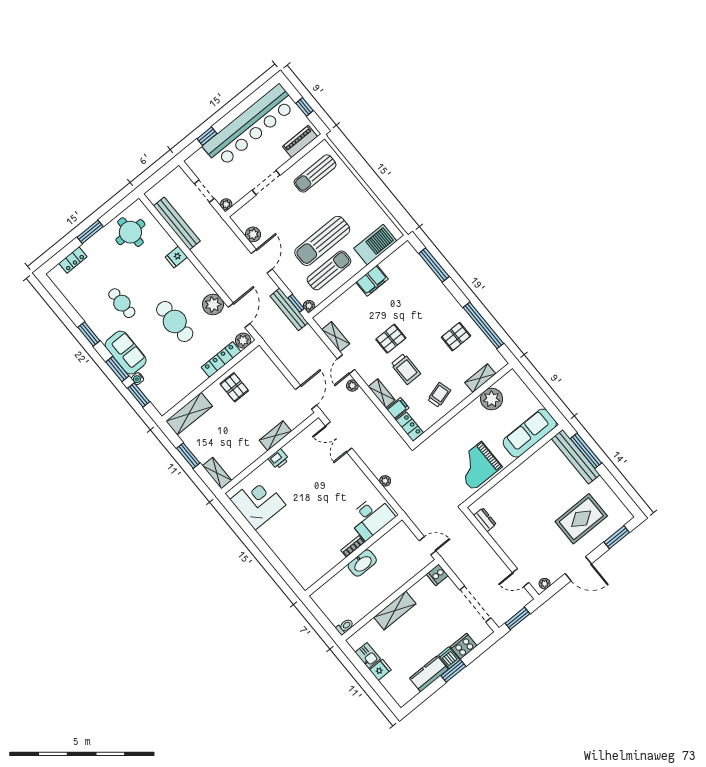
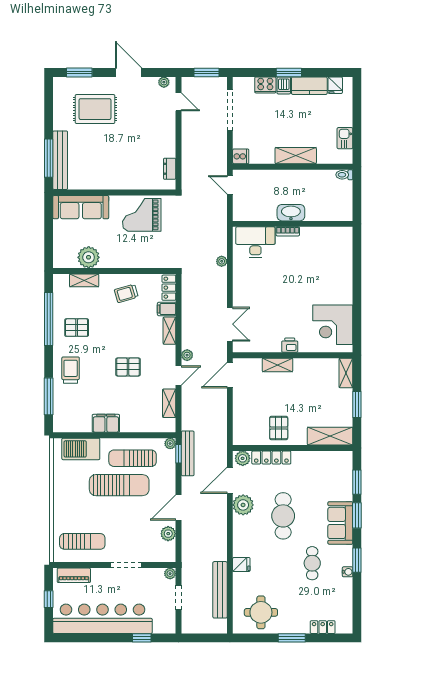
trolley: (406, 369) -> (71, 370), moved
water cooler: (138, 379) -> (348, 572), moved
grand piano: (477, 466) -> (142, 215), turned 180
fridge: (380, 670) -> (335, 85), moved, turned -90

